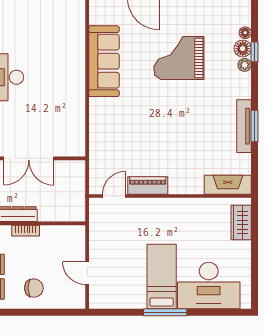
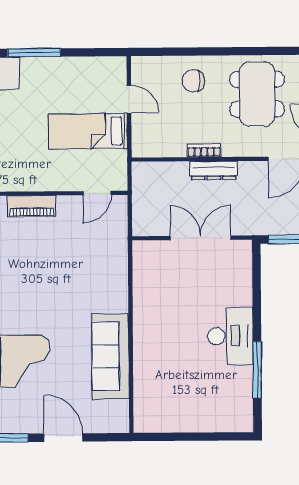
piano: (148, 185) -> (32, 206), moved
bed: (162, 276) -> (88, 131), moved, turned 90

